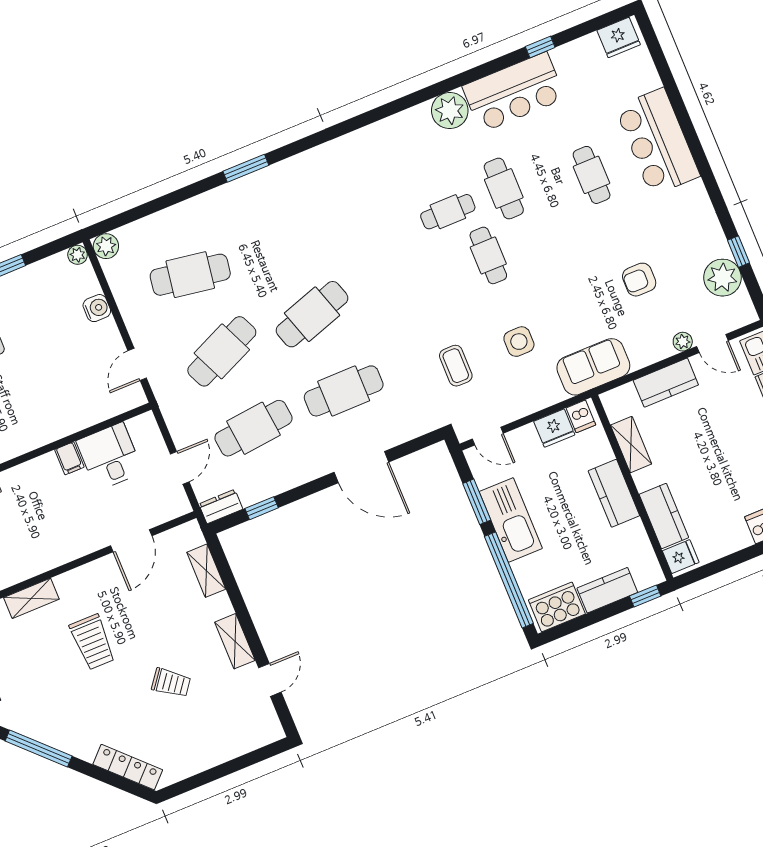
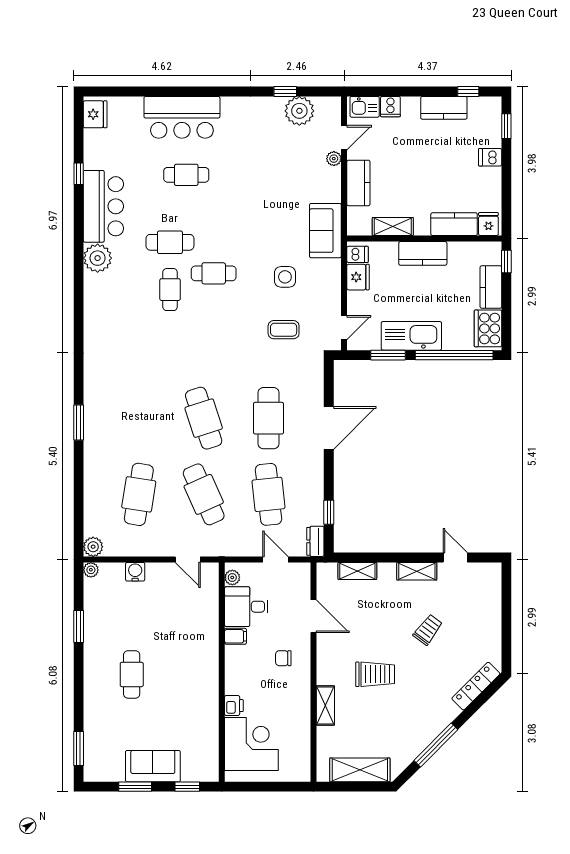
armchair: (639, 280) -> (276, 172), removed
plant: (137, 426) -> (232, 577), added
chair: (67, 526) -> (283, 658), added

